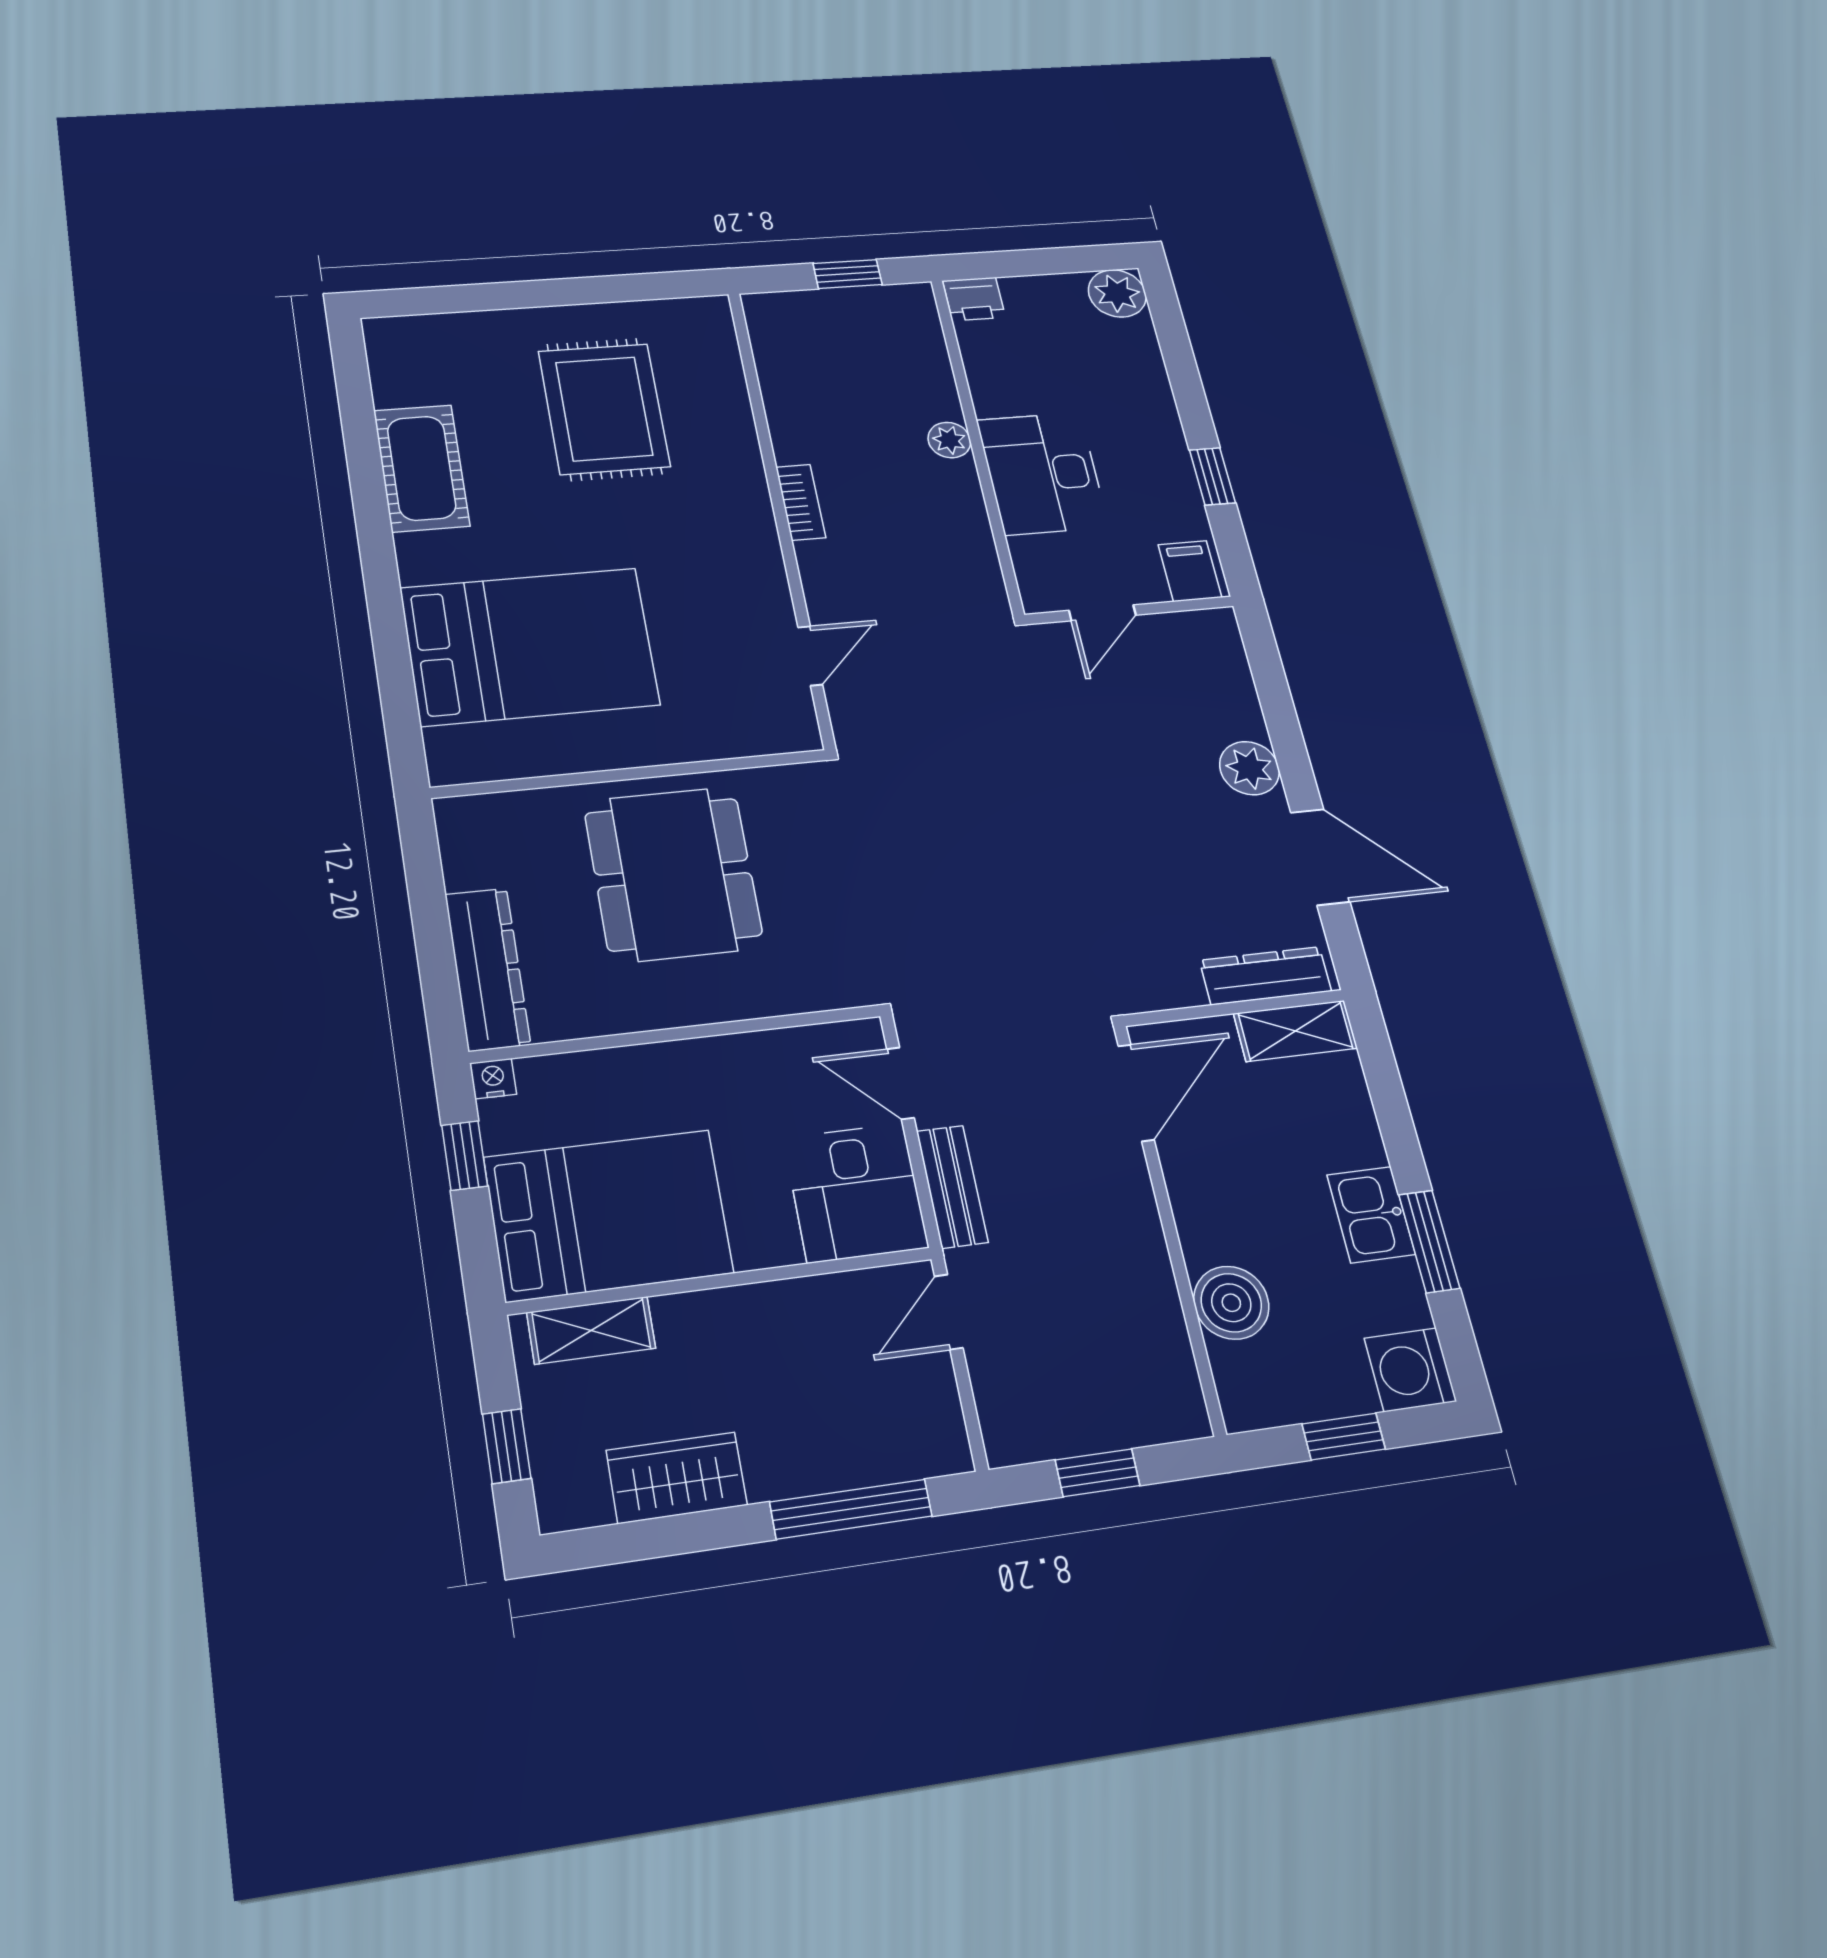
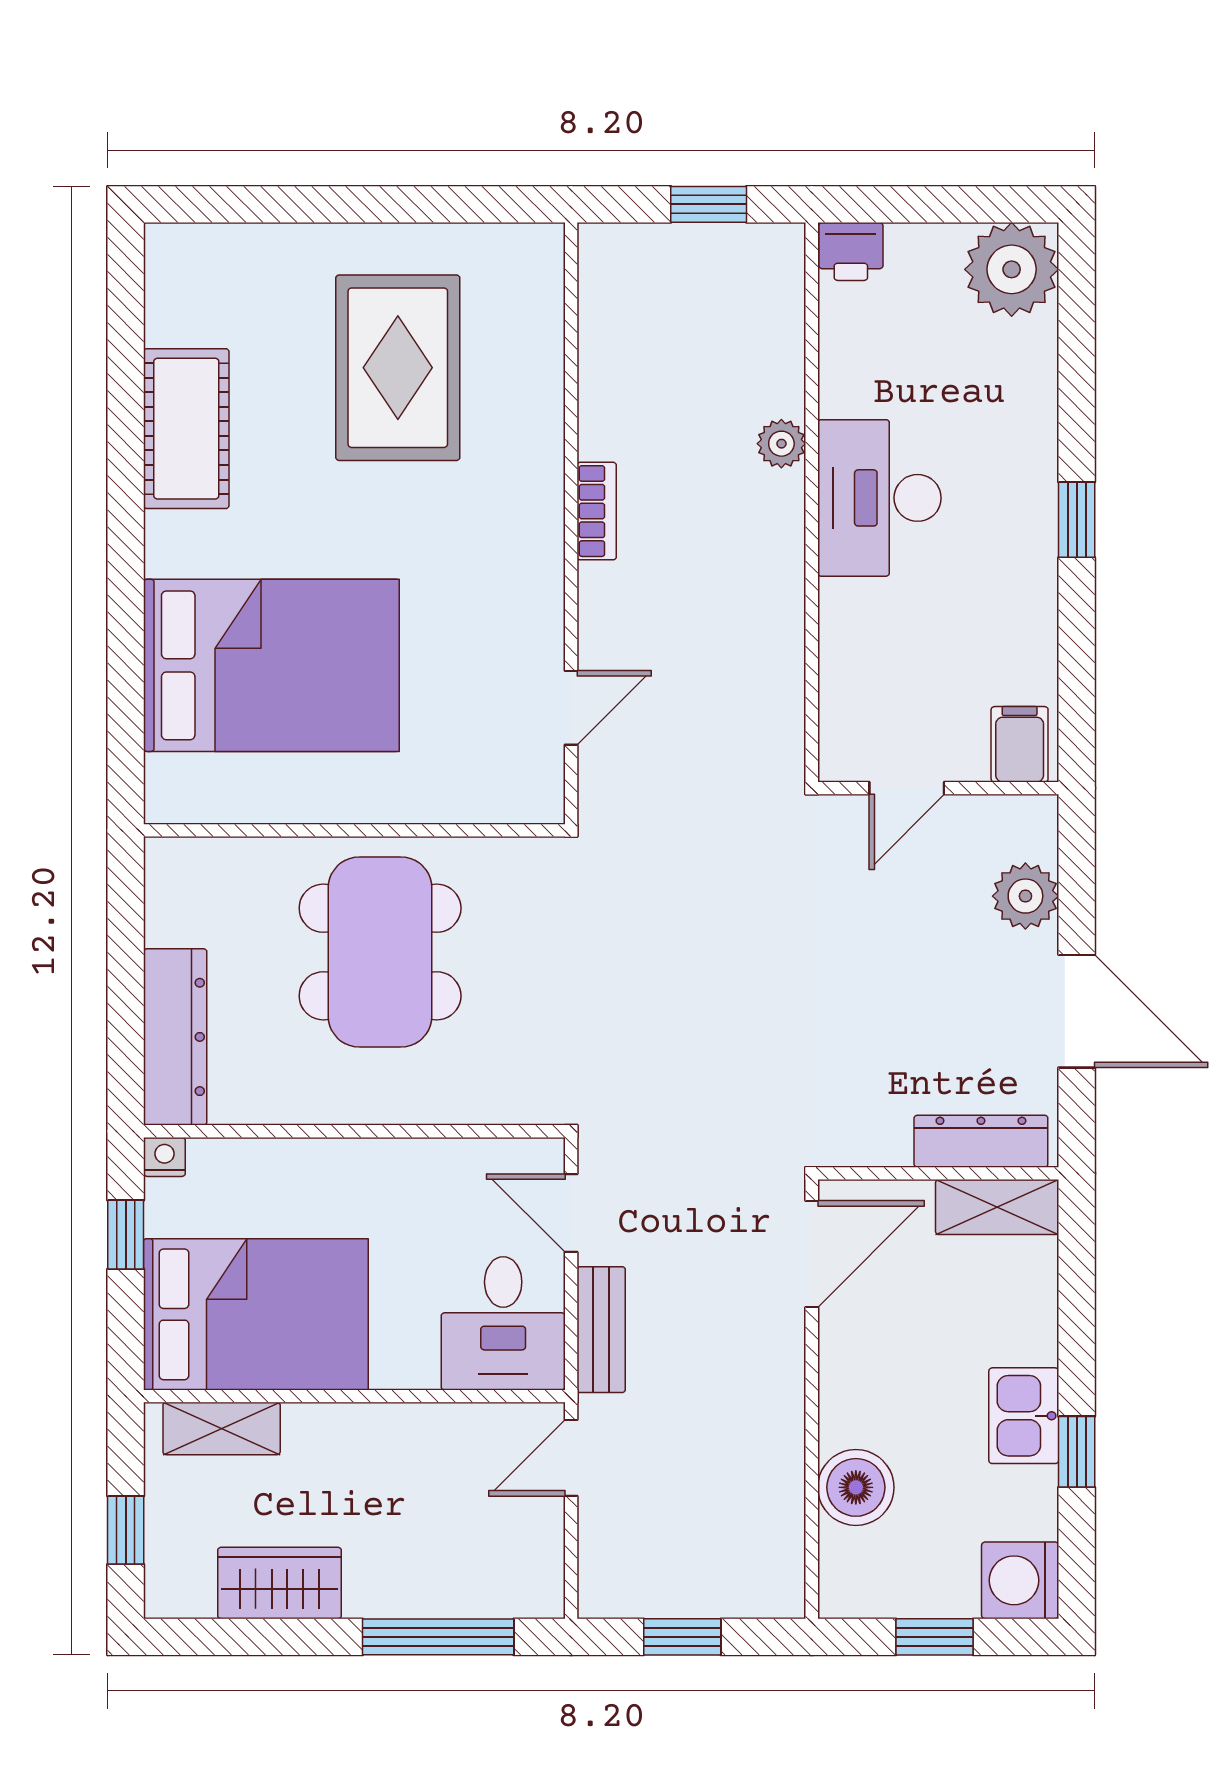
plant: (1117, 293) -> (1012, 269), width x1.36, depth x1.36
filing cabinet: (1190, 571) -> (1020, 744), moved
wall: (1129, 610) -> (938, 788), moved
door: (1102, 613) -> (907, 788), moved
window: (1429, 1241) -> (1077, 1452), width x0.67

